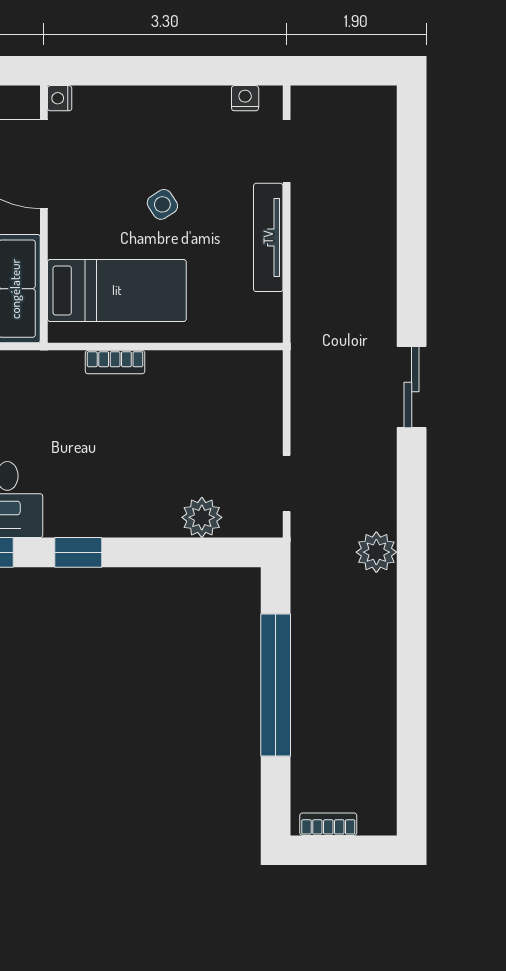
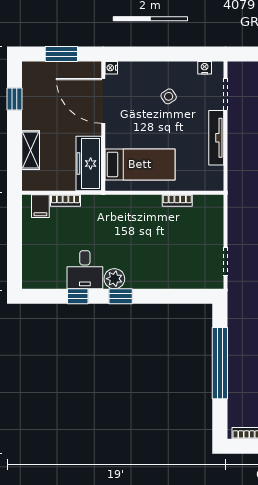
side table: (162, 204) -> (169, 96), moved
bookcase: (115, 362) -> (177, 200), moved
plant: (202, 517) -> (114, 279), moved

